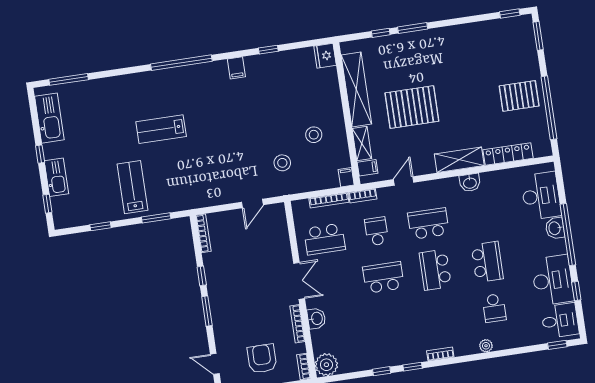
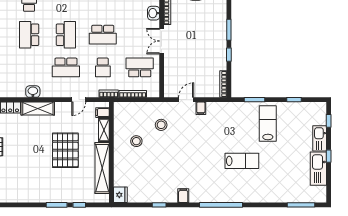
pallet: (412, 107) -> (65, 150), turned 90
kitchen sink: (49, 118) -> (318, 169), moved
filing cabinet: (346, 177) -> (201, 108), moved
lab bench: (132, 187) -> (268, 123), turned 180

